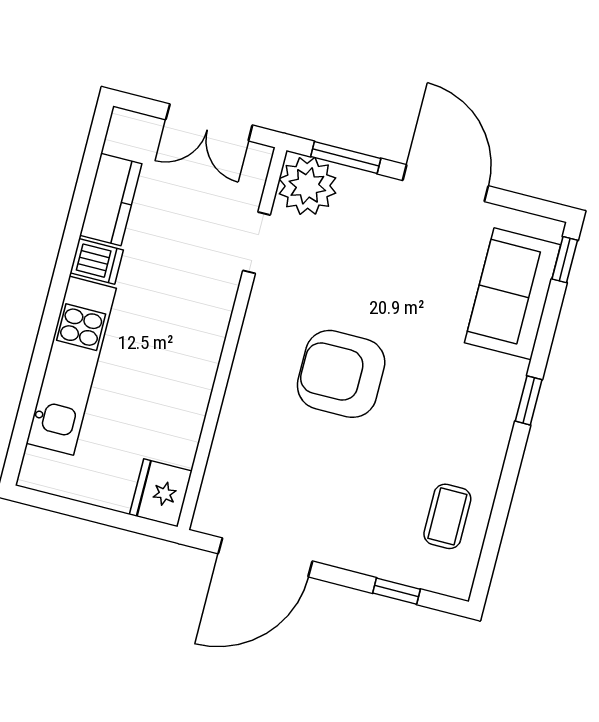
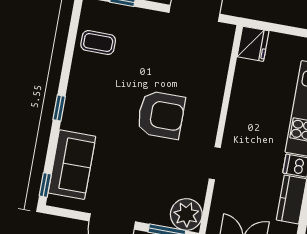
doorway: (257, 243) -> (215, 163), moved
coffee table: (447, 516) -> (98, 43), turned 90

